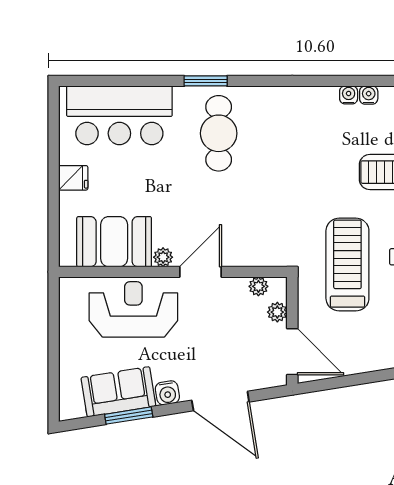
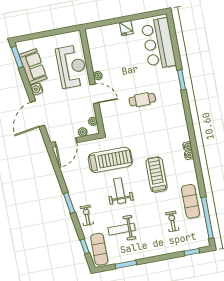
cafe table: (219, 133) -> (142, 100), moved, width x0.73, depth x0.74
booth: (114, 242) -> (101, 52), removed
window: (129, 416) -> (17, 57), moved

